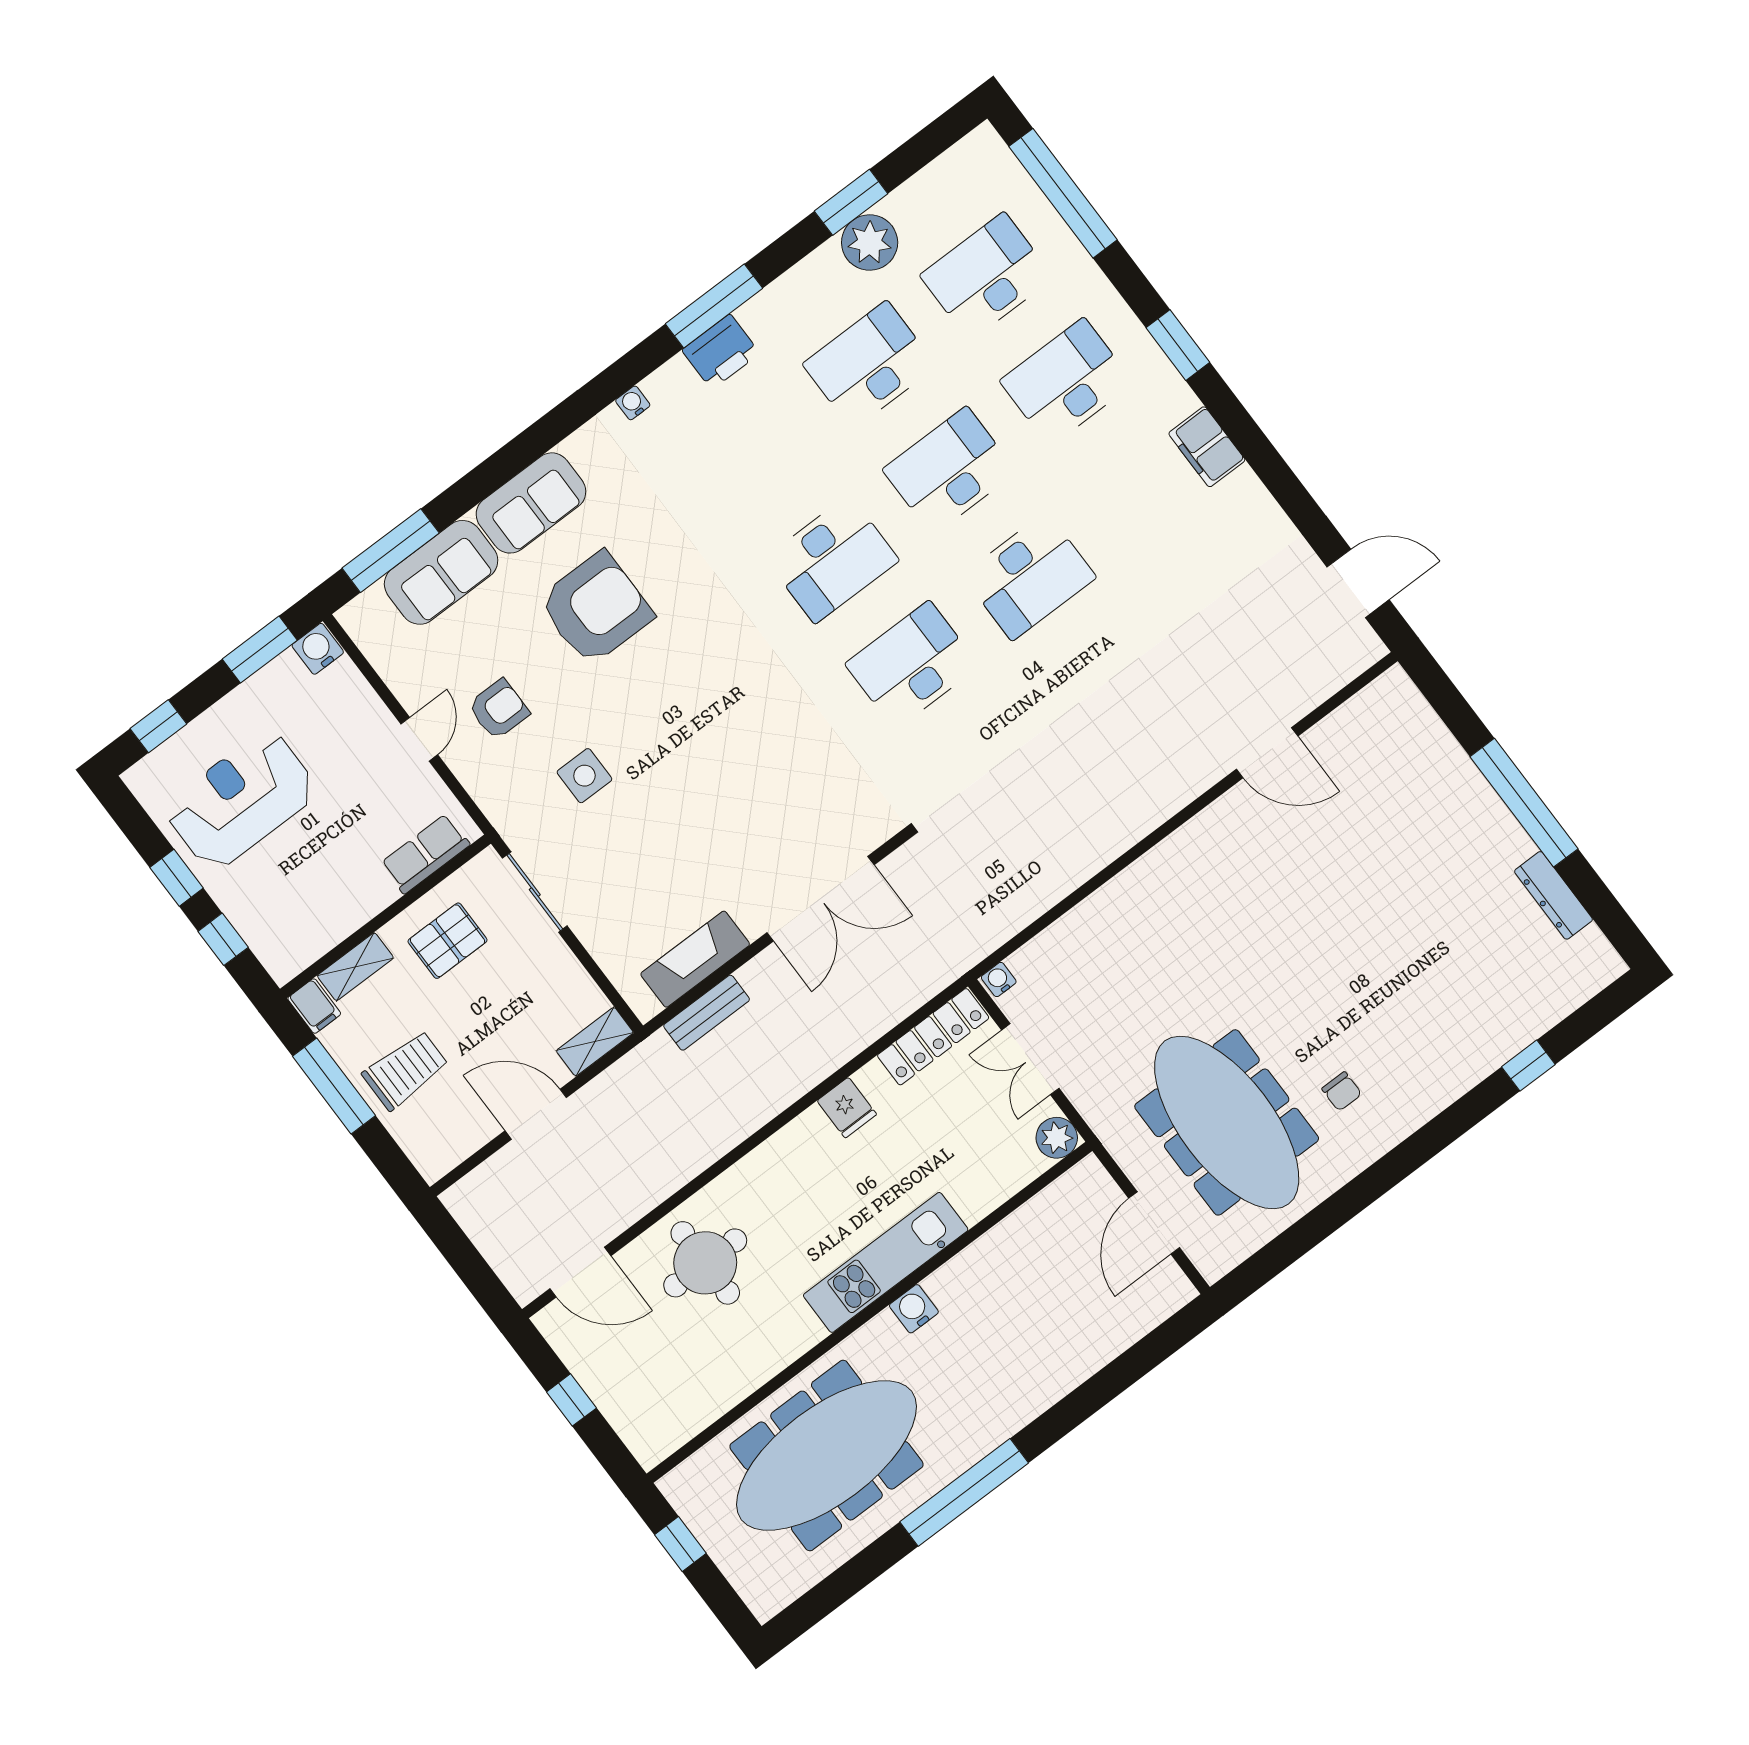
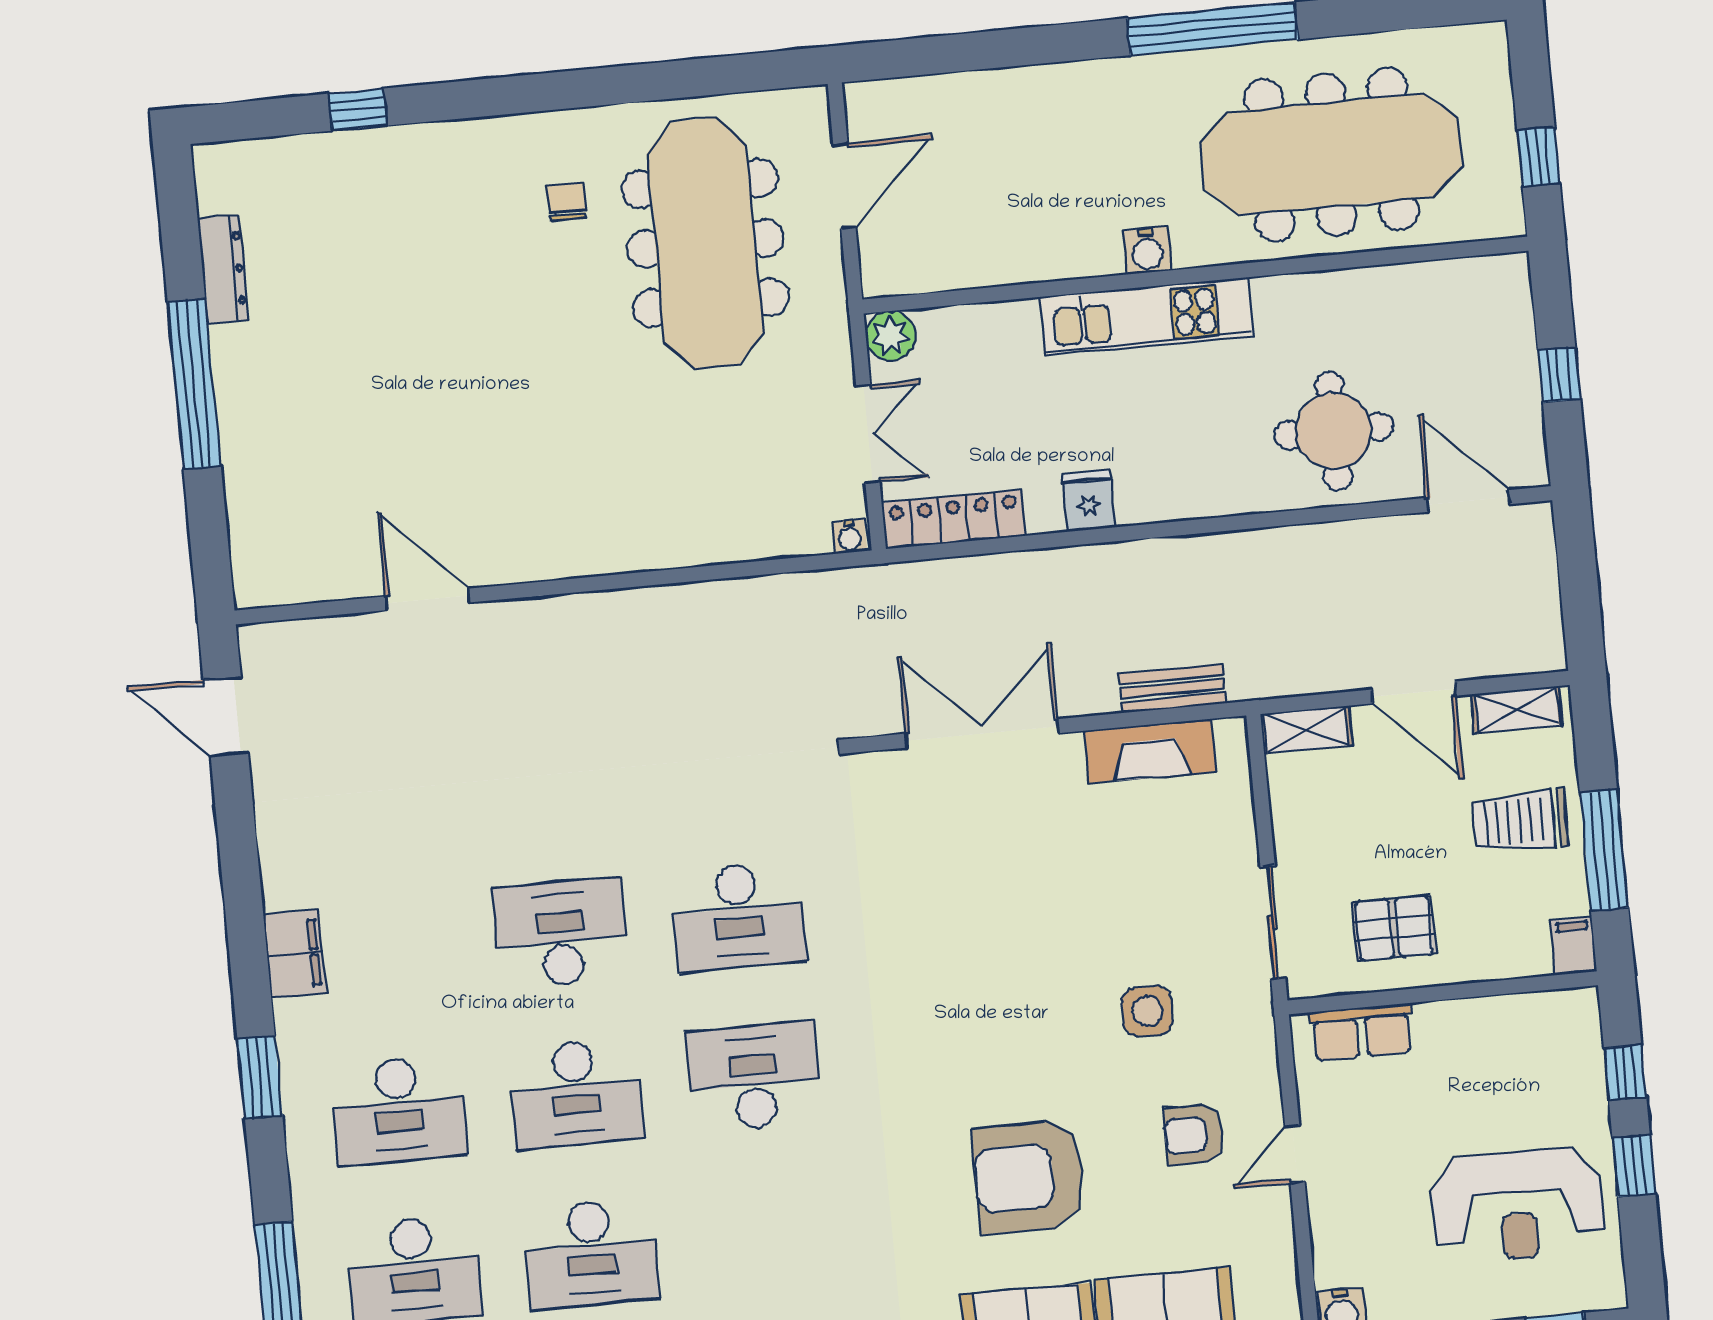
shelving: (355, 967) -> (1517, 710), moved

